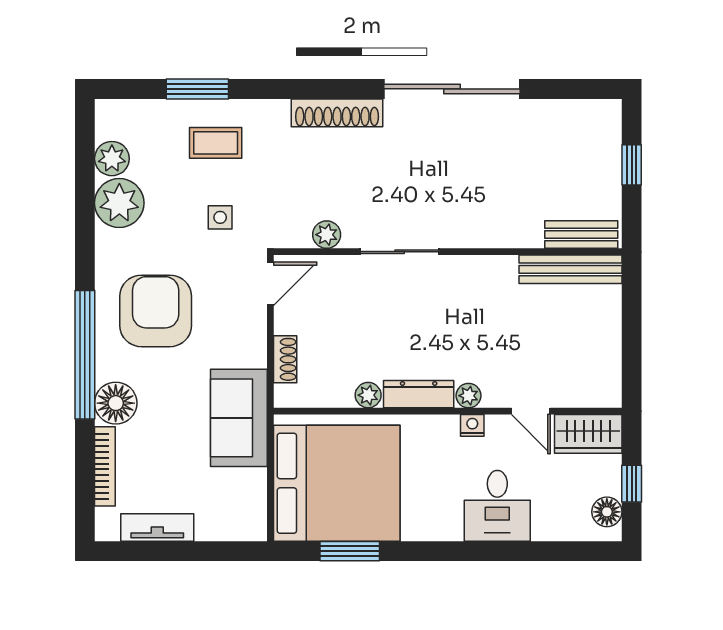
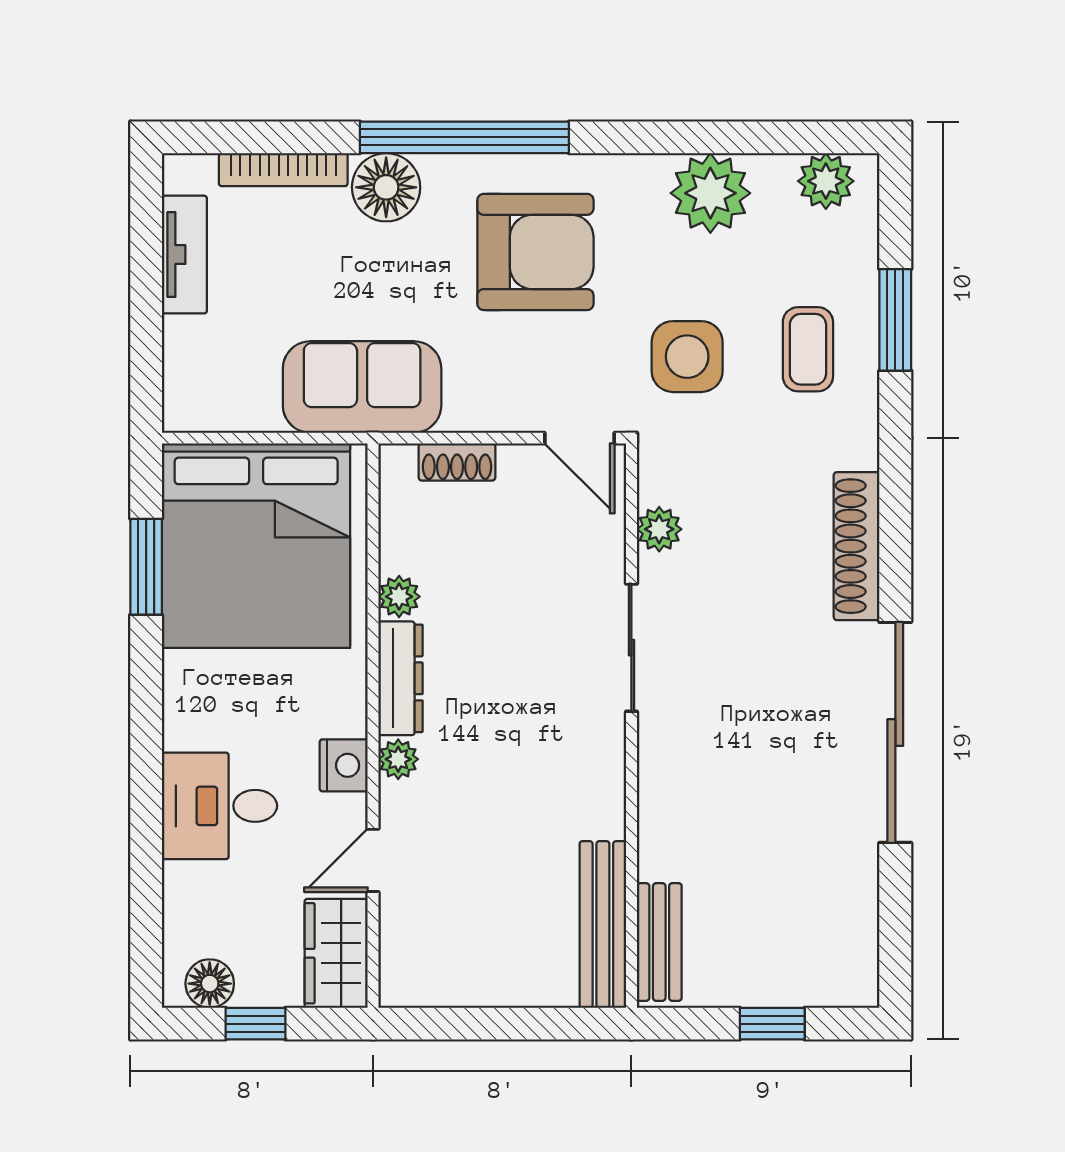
plant: (112, 159) -> (826, 181), moved
side table: (220, 217) -> (687, 357), width x1.87, depth x1.87
nightstand: (472, 425) -> (344, 765), width x1.39, depth x1.35

